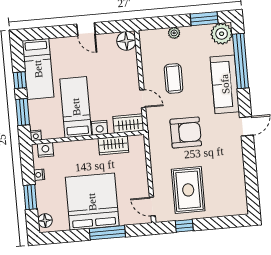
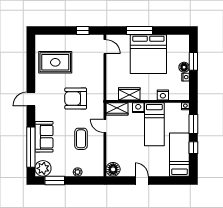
sofa: (225, 84) -> (44, 137), width x0.73
nightstand: (46, 150) -> (163, 95), moved
rug: (188, 190) -> (55, 62), moved, turned 90
floor lamp: (45, 221) -> (184, 67), moved

